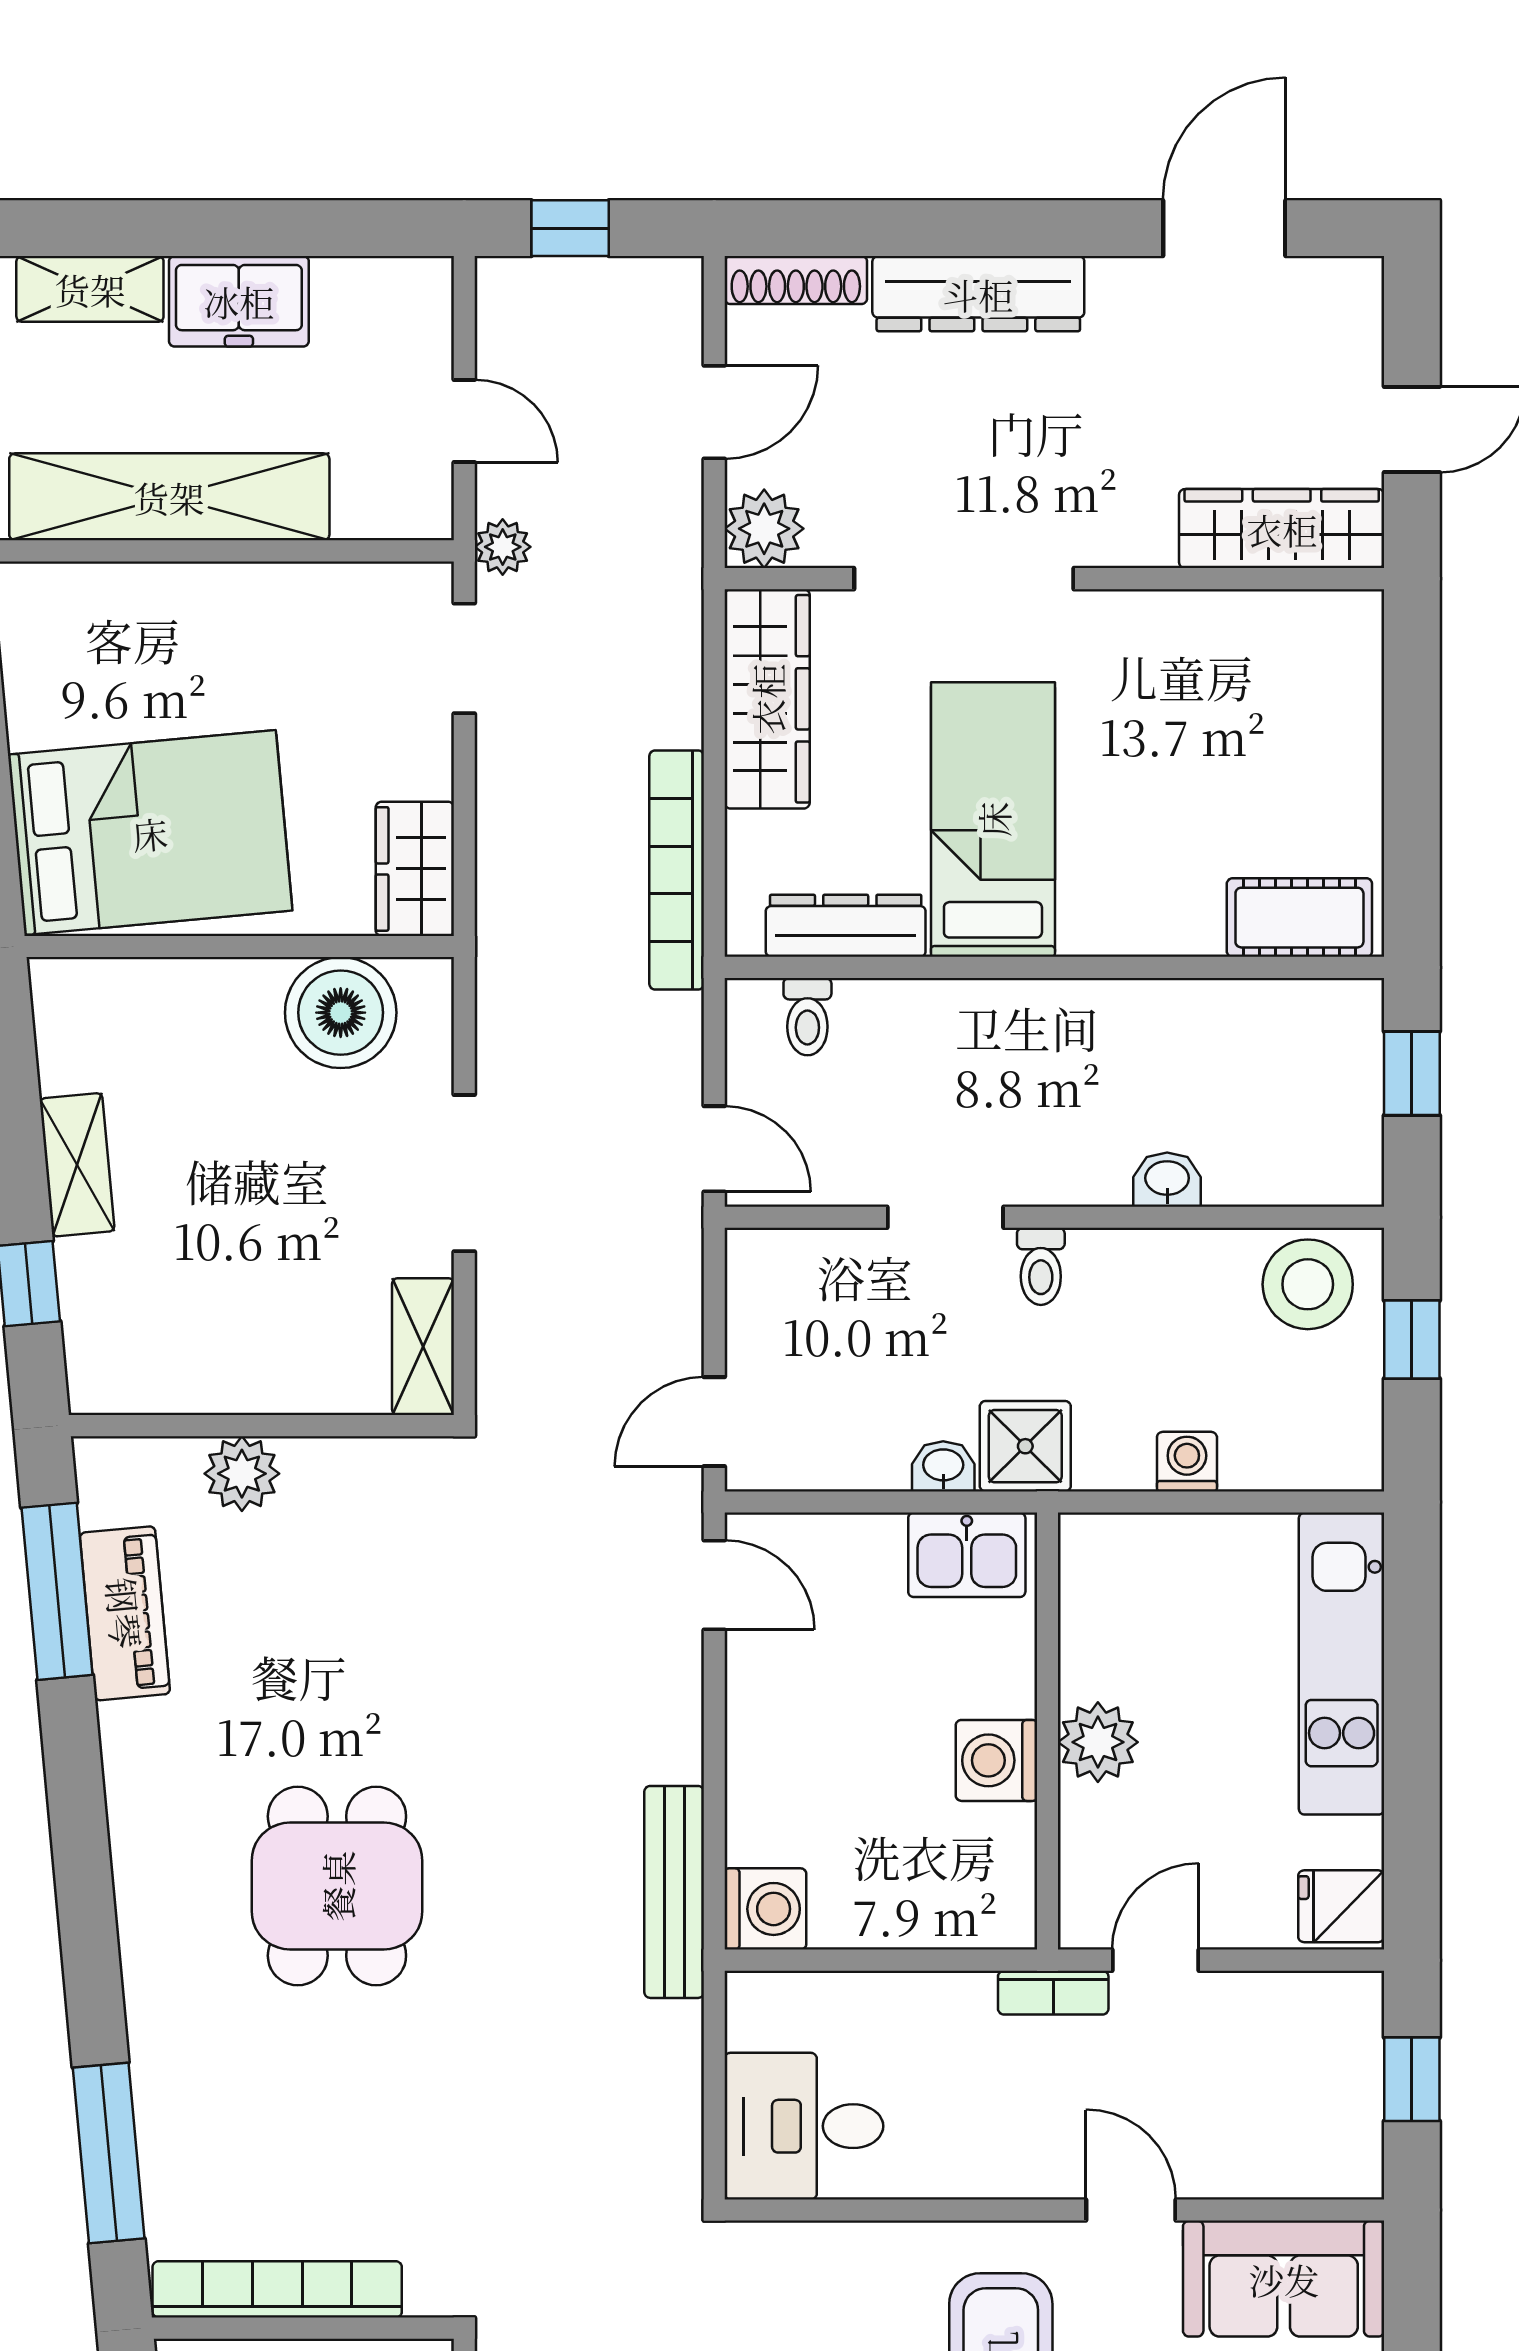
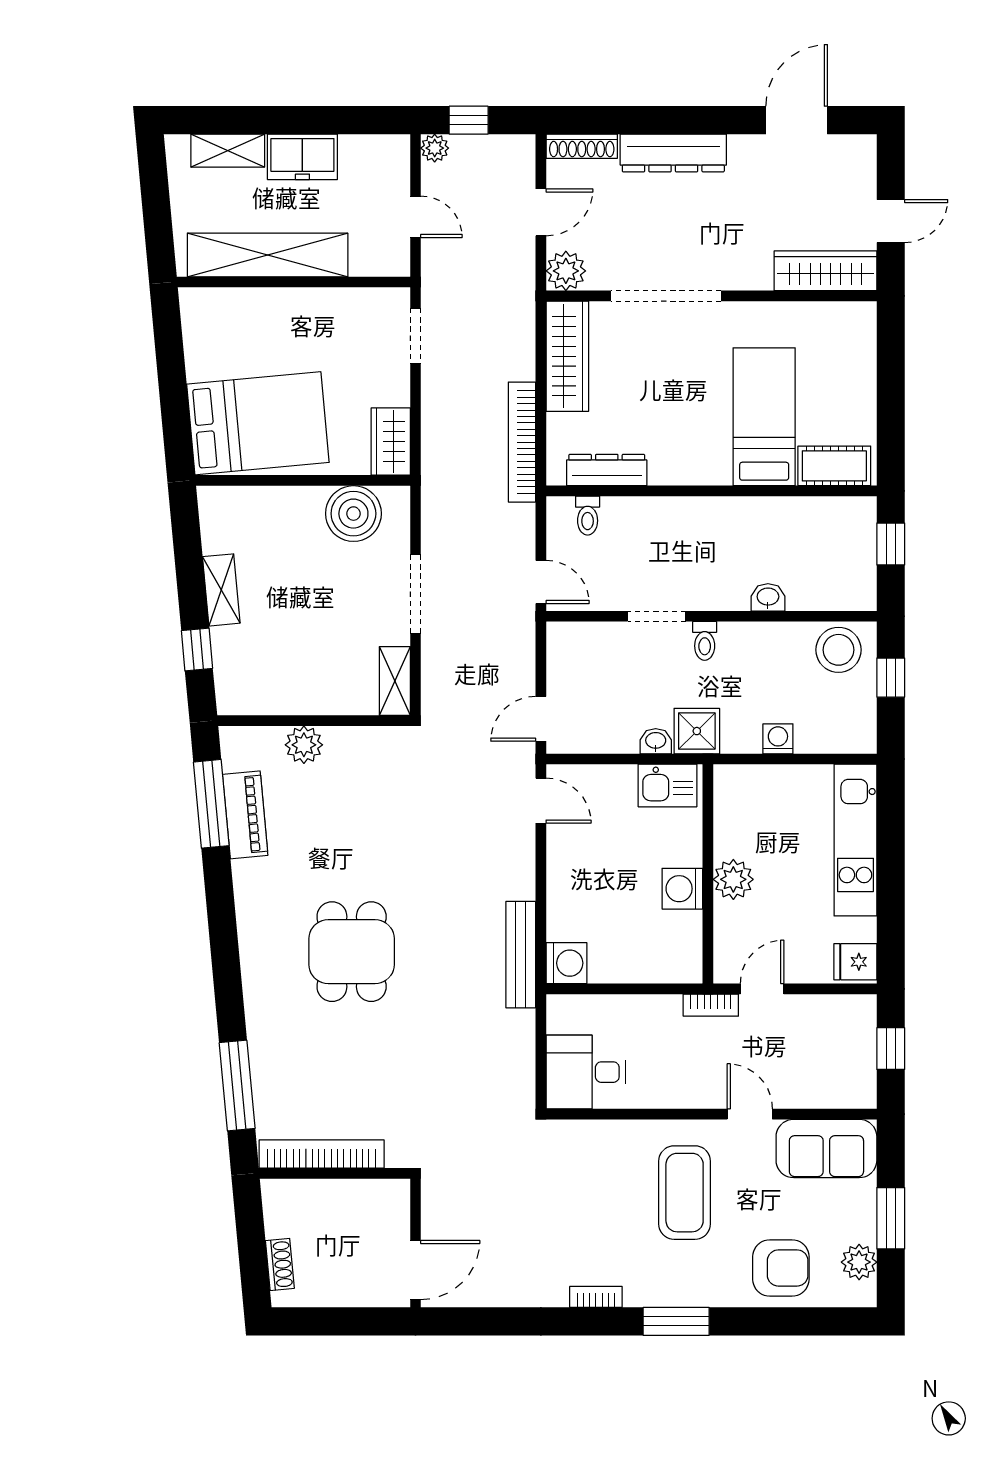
plant: (503, 547) -> (435, 148), moved
bed: (993, 819) -> (764, 417), moved

